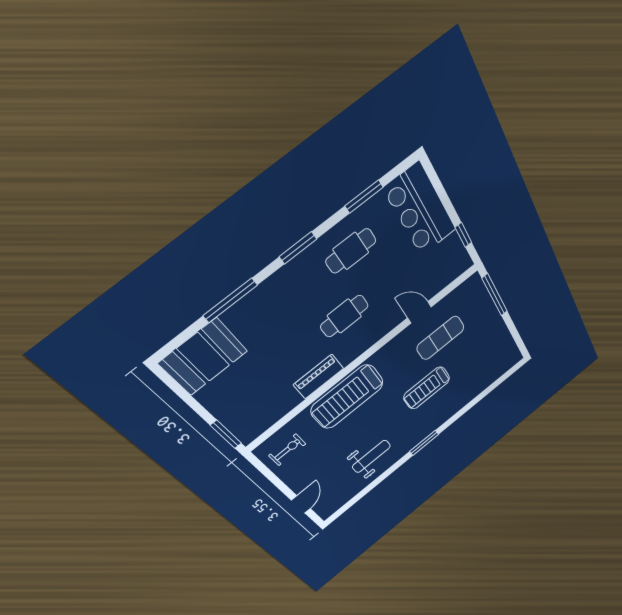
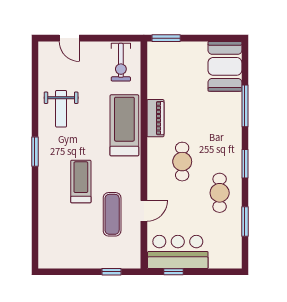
bar counter: (420, 210) -> (178, 252), moved
window: (495, 295) -> (112, 272), width x0.46
exercise bike: (287, 450) -> (121, 62), width x1.38, depth x1.39

